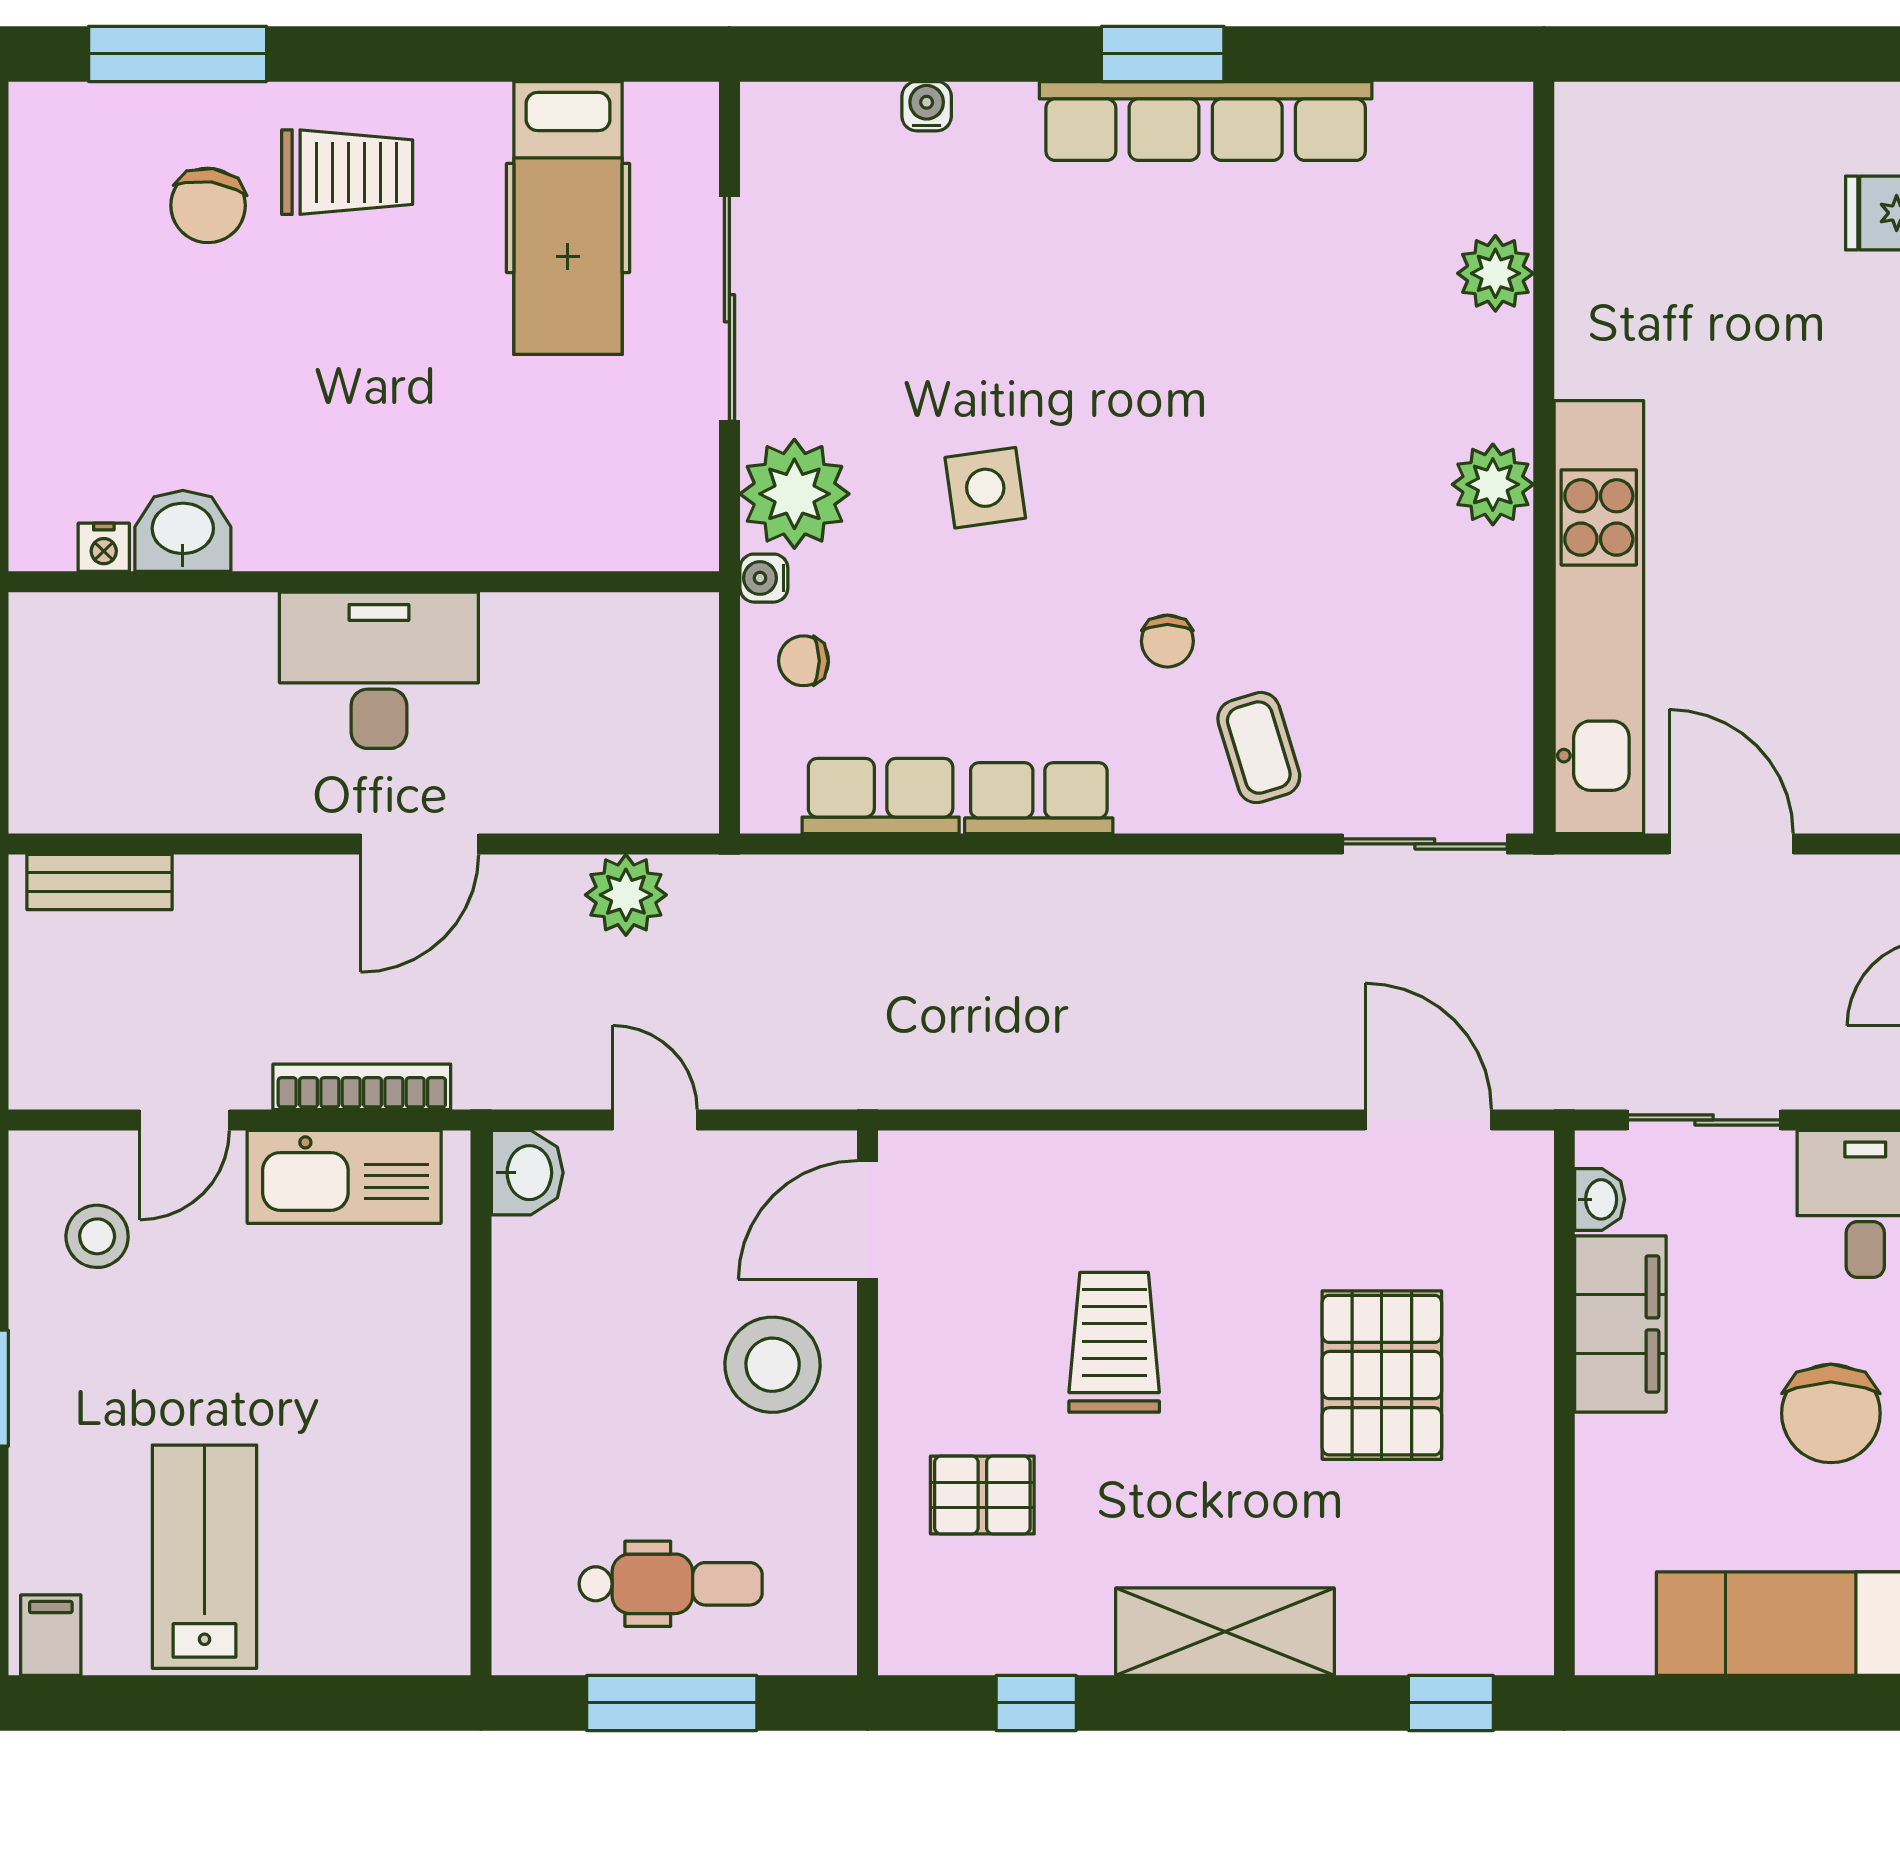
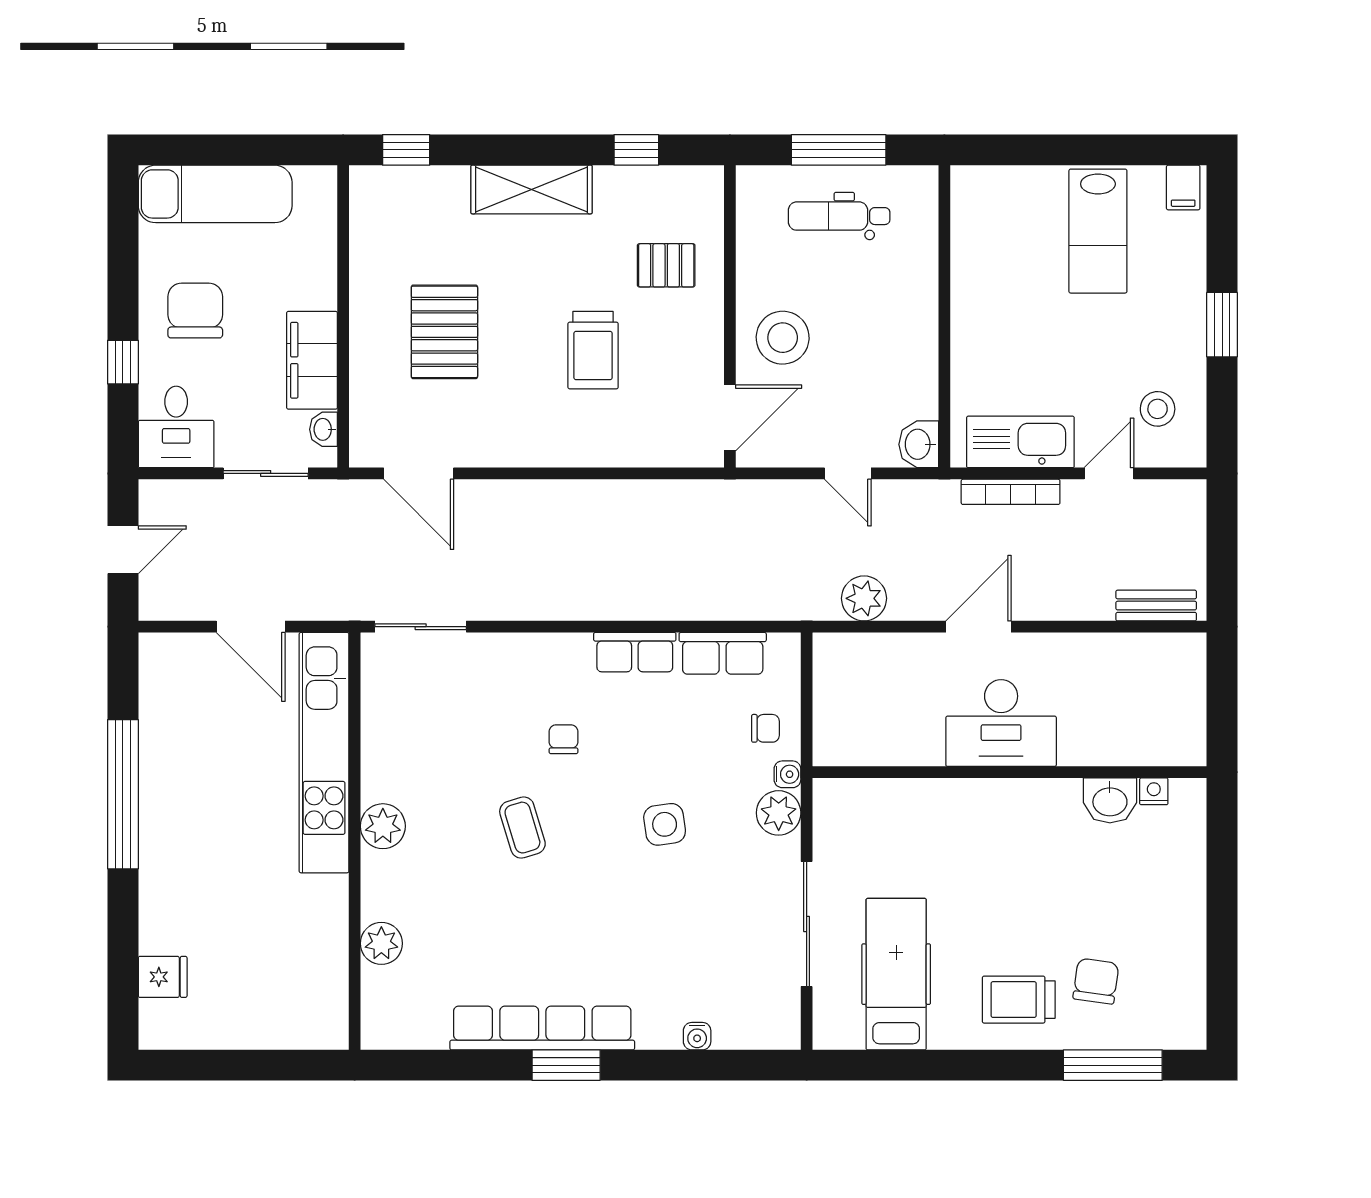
plant: (794, 494) -> (779, 813), width x0.73, depth x0.73
coffee table: (1259, 748) -> (522, 828), moved

